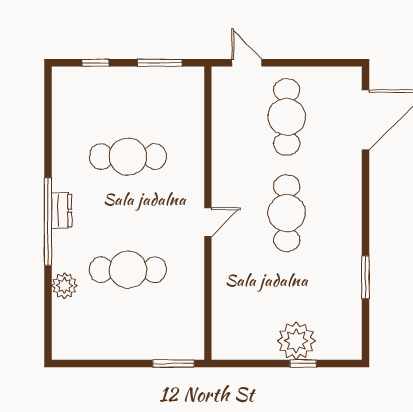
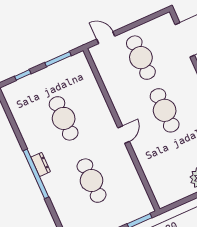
cafe table: (128, 157) -> (64, 118), turned 90
cafe table: (128, 270) -> (92, 181), turned 90
plant: (64, 286) -> (61, 205), removed

